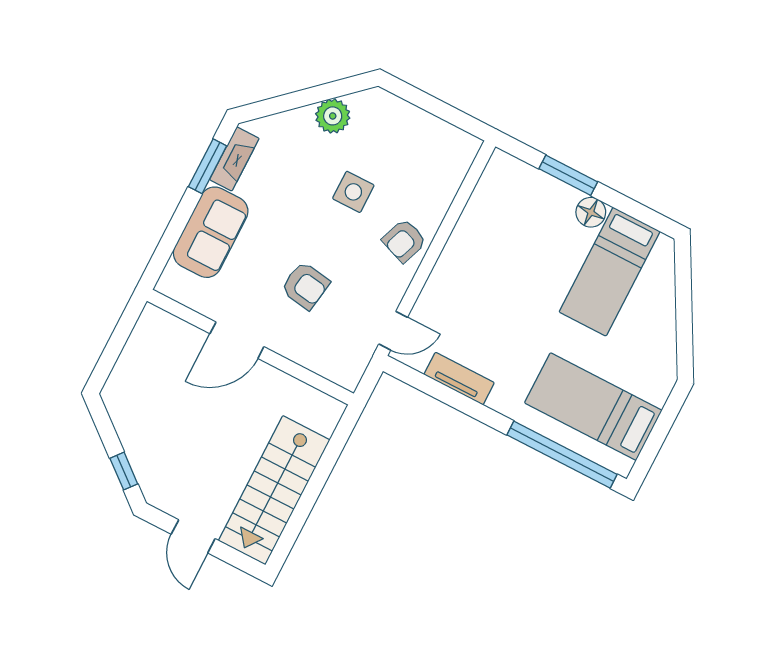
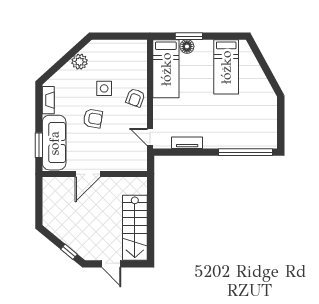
window: (208, 166) -> (39, 145), moved
floor lamp: (591, 212) -> (187, 46), moved
sofa: (211, 232) -> (54, 143), width x1.36
armchair: (305, 286) -> (93, 118), moved
door: (393, 331) -> (150, 137), swing flipped
bed: (593, 407) -> (166, 69), moved, turned -90

